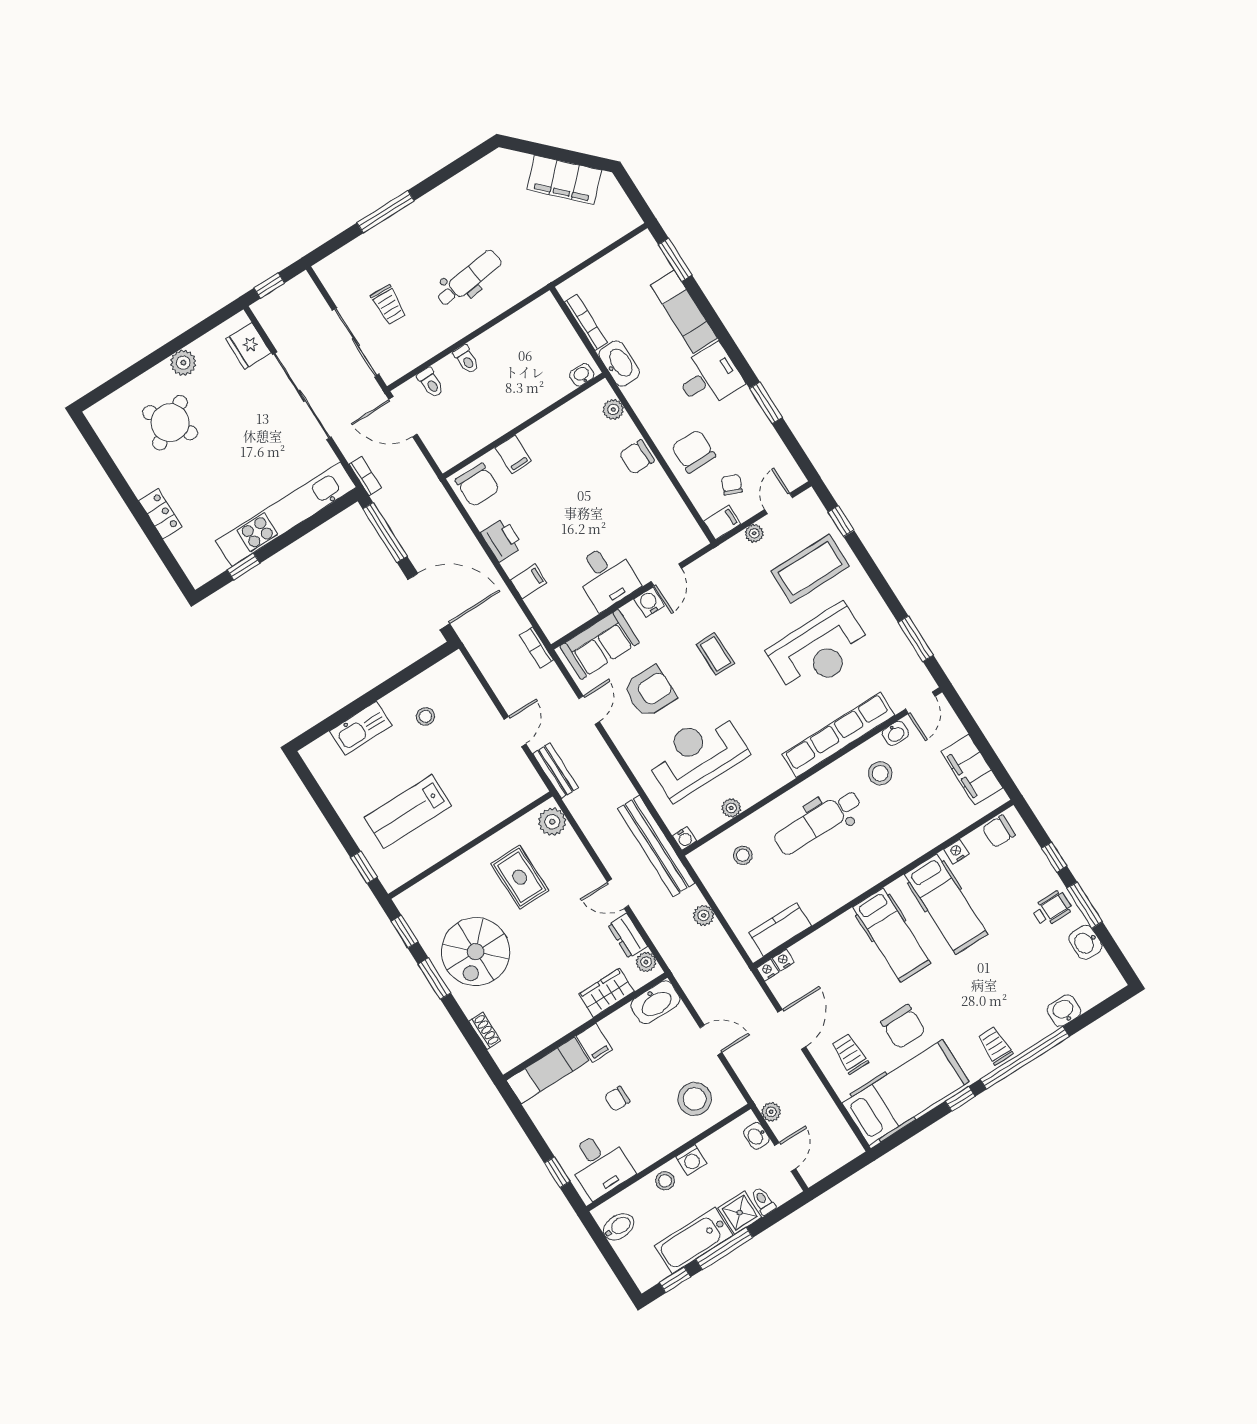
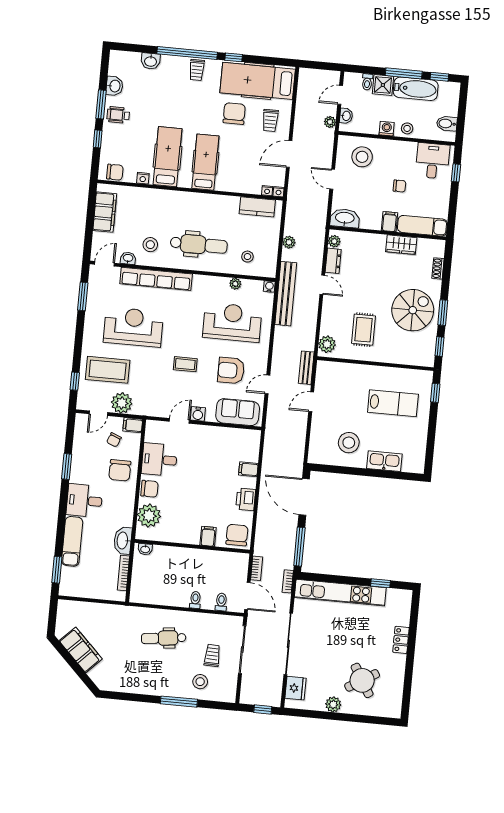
stool: (378, 259) -> (200, 682), added
plant: (613, 409) -> (149, 516), width x1.87, depth x1.87
plant: (754, 533) -> (122, 403), width x1.88, depth x1.88
desk: (606, 577) -> (159, 460), moved, turned -90
bookcase: (537, 648) -> (257, 568), moved
coffee table: (715, 654) -> (185, 364), turned 90
stool: (425, 716) -> (349, 443), width x1.89, depth x1.89
reception desk: (697, 755) -> (232, 322), turned 180
wardrobe: (606, 993) -> (401, 245), moved

